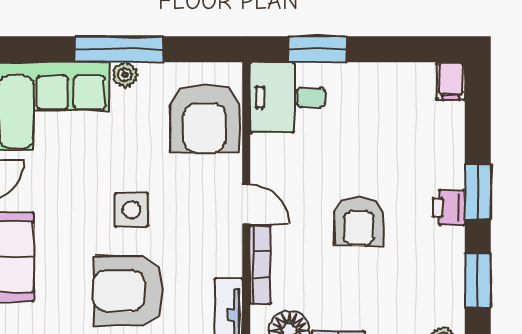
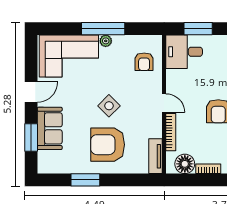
armchair: (205, 118) -> (144, 62), width x0.53, depth x0.53
side table: (131, 210) -> (109, 106), turned 45

